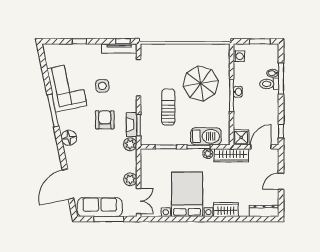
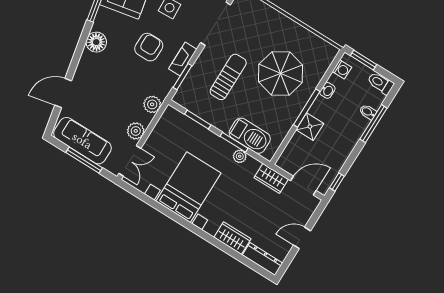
window: (260, 41) -> (363, 60), moved
toilet: (269, 84) -> (380, 83), moved
washbasin: (238, 92) -> (327, 90), moved
fireplace: (132, 125) -> (183, 59), moved
shower: (241, 137) -> (310, 127), moved
plant: (130, 144) -> (152, 104), moved
wardrobe: (231, 155) -> (271, 178), width x0.67
door: (68, 184) -> (63, 93), width x0.73
wardrobe: (226, 210) -> (232, 238), moved

